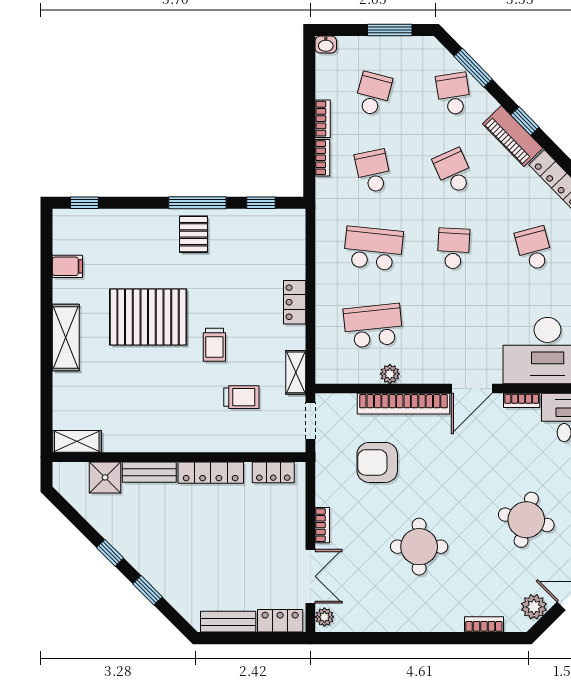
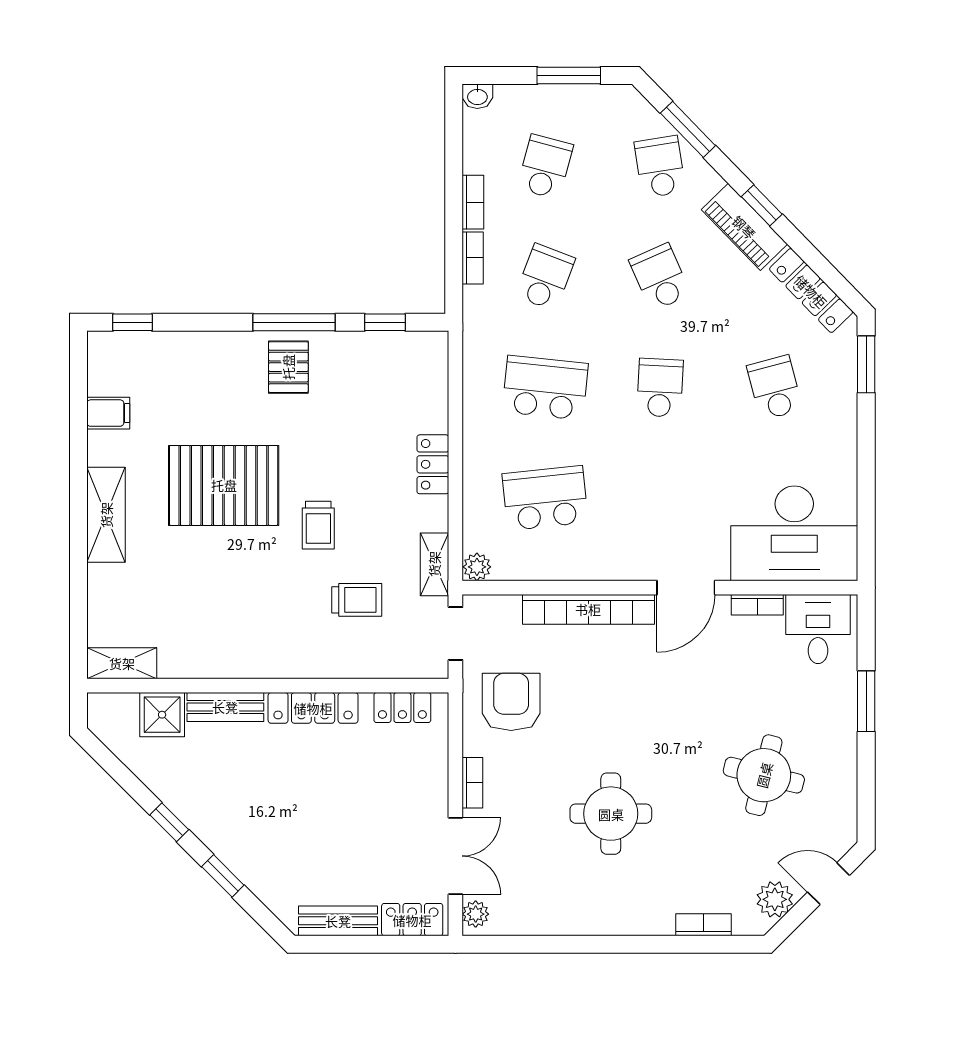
school desk: (373, 171) -> (545, 277), turned 33
plant: (390, 374) -> (477, 567), moved
armchair: (377, 462) -> (511, 702), moved, turned 90

